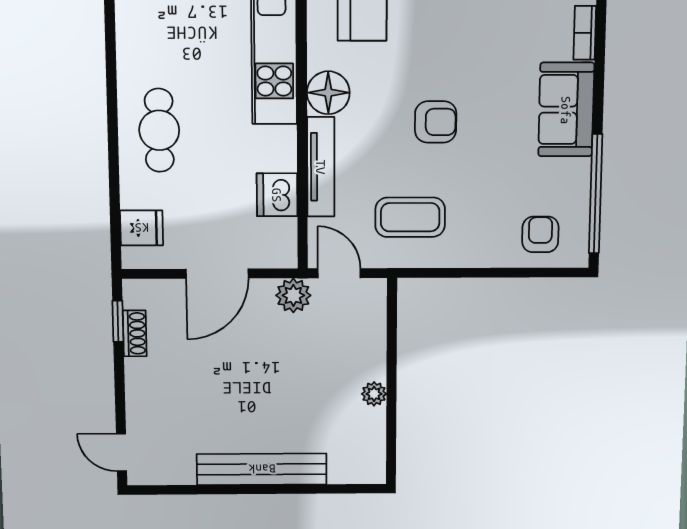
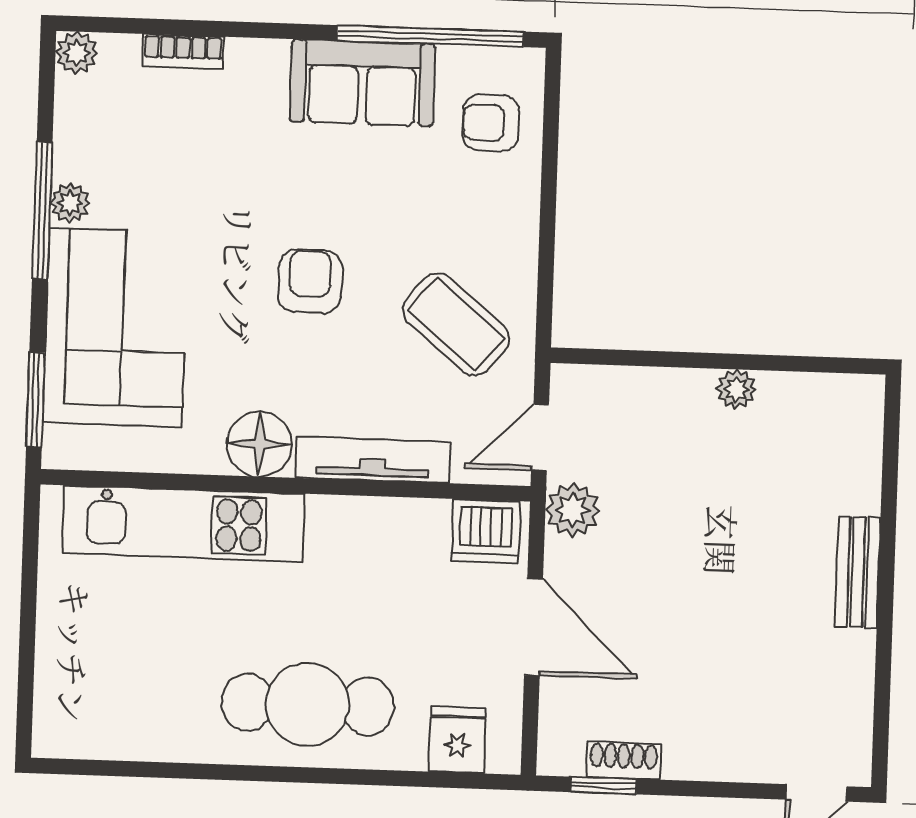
sofa: (566, 110) -> (362, 83), moved
cafe table: (159, 130) -> (307, 704), width x1.37, depth x1.35
dishwasher: (277, 195) -> (486, 531), moved
coffee table: (410, 217) -> (456, 324), turned -50
bench: (262, 469) -> (858, 572), width x0.54, depth x0.82

